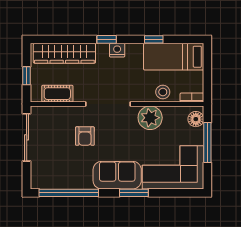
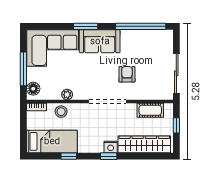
nightstand: (117, 50) -> (111, 147), moved
plant: (150, 118) -> (67, 95), width x0.53, depth x0.53

